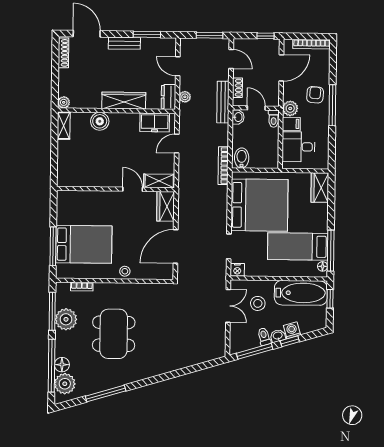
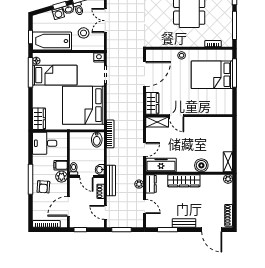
freezer: (155, 122) -> (161, 165), width x1.40
desk: (298, 147) -> (45, 143), moved, turned 180
double door: (228, 306) -> (105, 21), moved
plant: (66, 319) -> (224, 20), removed

